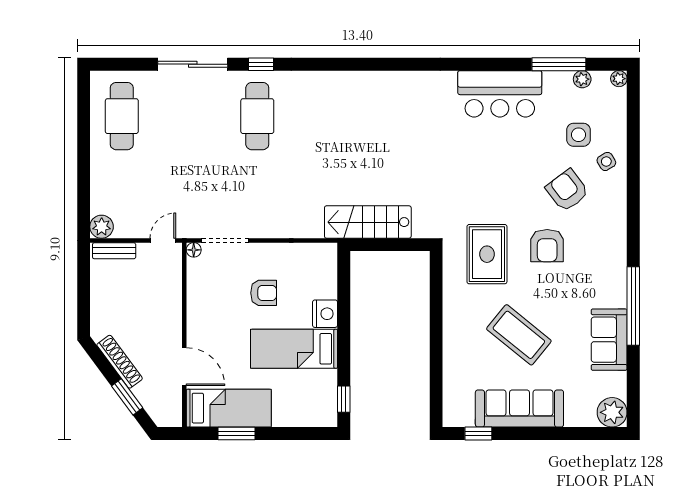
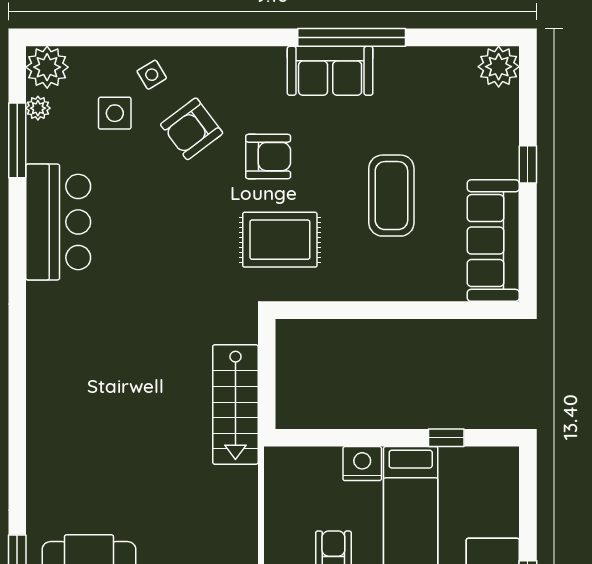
plant: (619, 79) -> (47, 67), width x1.88, depth x1.88
coffee table: (519, 335) -> (391, 196), turned -39
sofa: (609, 340) -> (330, 71), moved
window: (344, 399) -> (446, 438), moved
sofa: (519, 408) -> (493, 241), moved
window: (478, 433) -> (528, 164), moved

